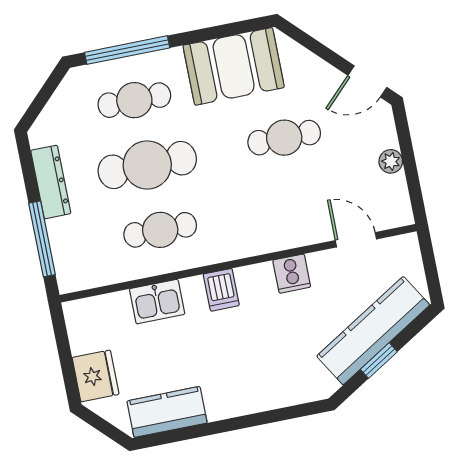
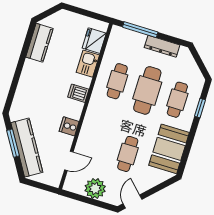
window: (127, 50) -> (200, 108), width x0.46
plant: (391, 161) -> (95, 188), width x1.88, depth x1.88
window: (379, 361) -> (13, 143), width x1.50
fridge: (96, 376) -> (94, 41), moved, turned 90

